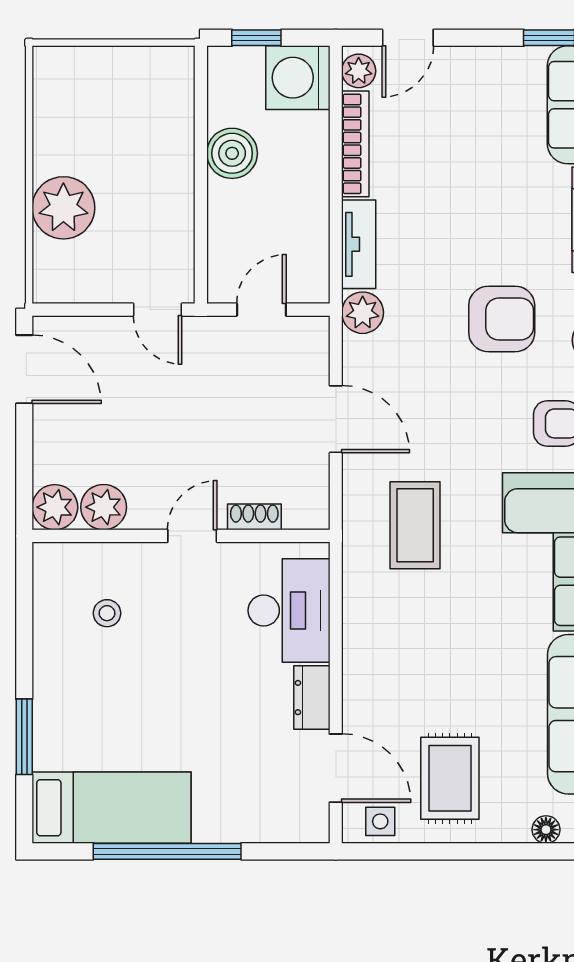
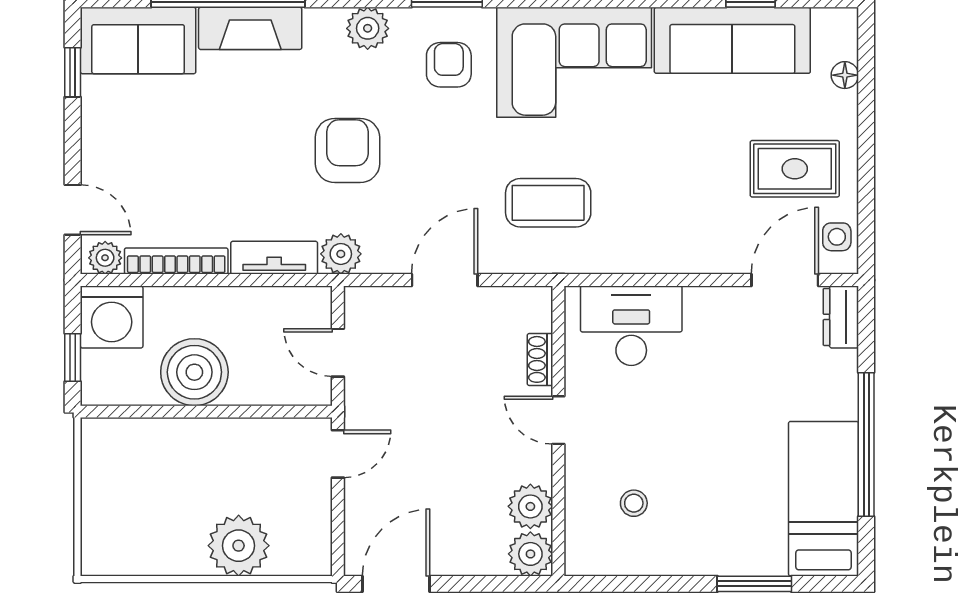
boiler: (232, 153) -> (194, 372), width x1.37, depth x1.37
armchair: (502, 319) -> (347, 150), moved
dresser: (312, 698) -> (841, 317), moved, turned 90

